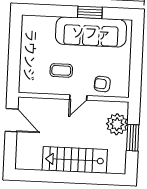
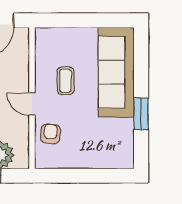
sofa: (91, 32) -> (116, 72), moved

